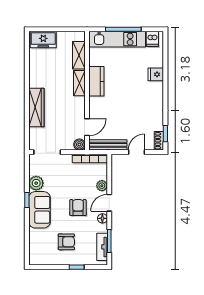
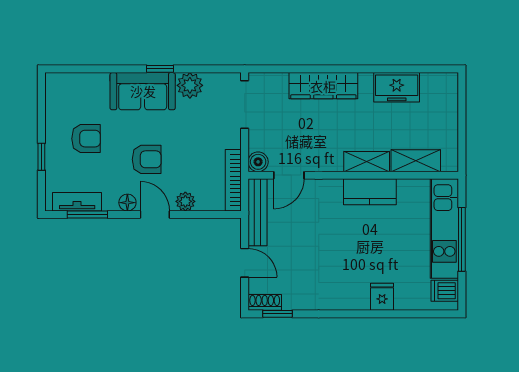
freezer: (43, 40) -> (397, 87), moved, turned -90
door: (87, 127) -> (289, 175), hinge flipped
armchair: (66, 242) -> (86, 139), turned -90

